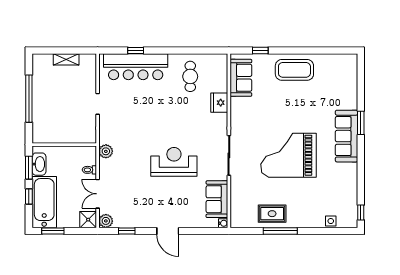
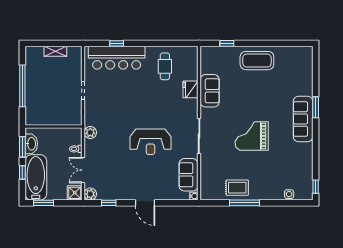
sofa: (241, 78) -> (210, 91), moved
grand piano: (288, 155) -> (252, 136), width x0.73, depth x0.68
reception desk: (174, 162) -> (150, 142), turned 180

